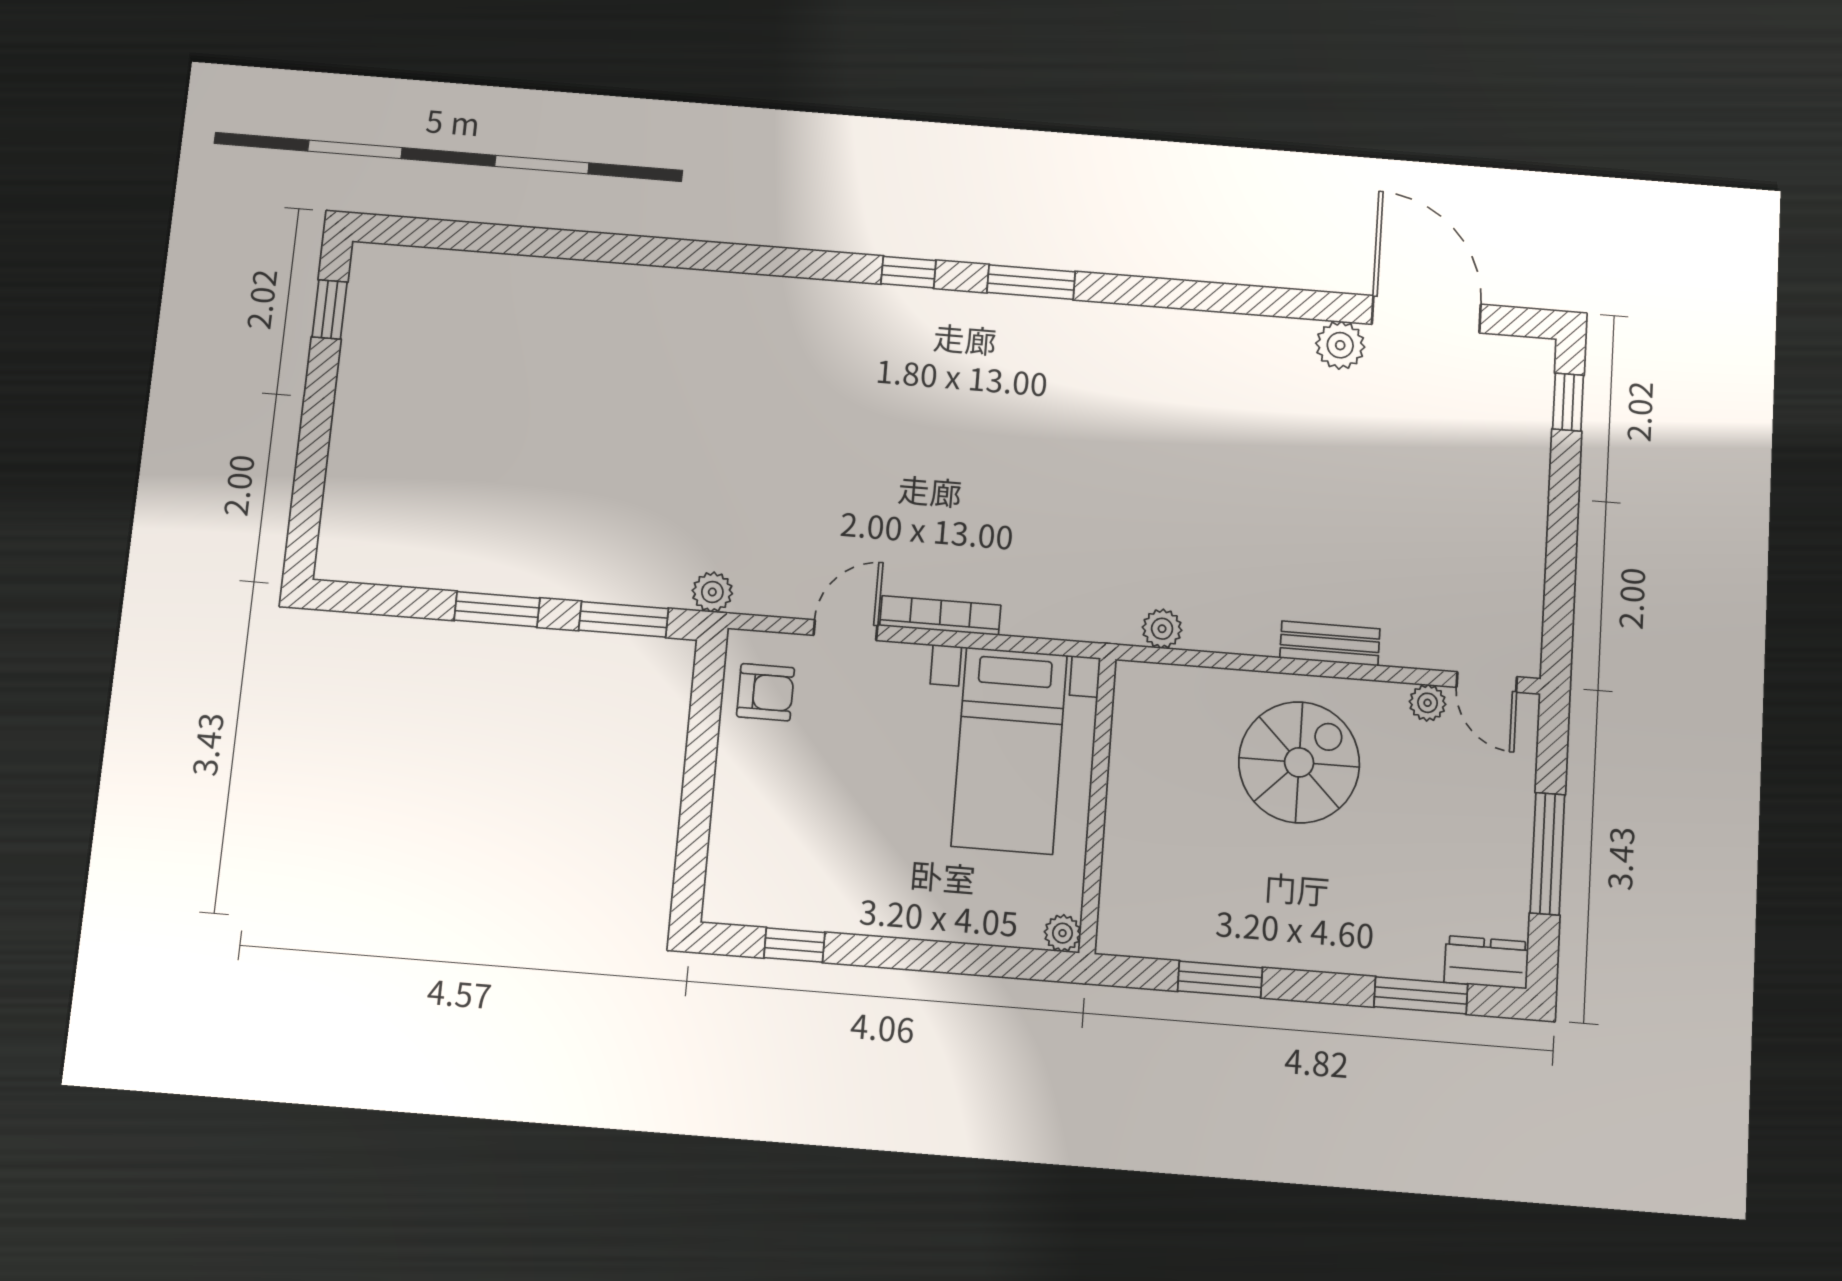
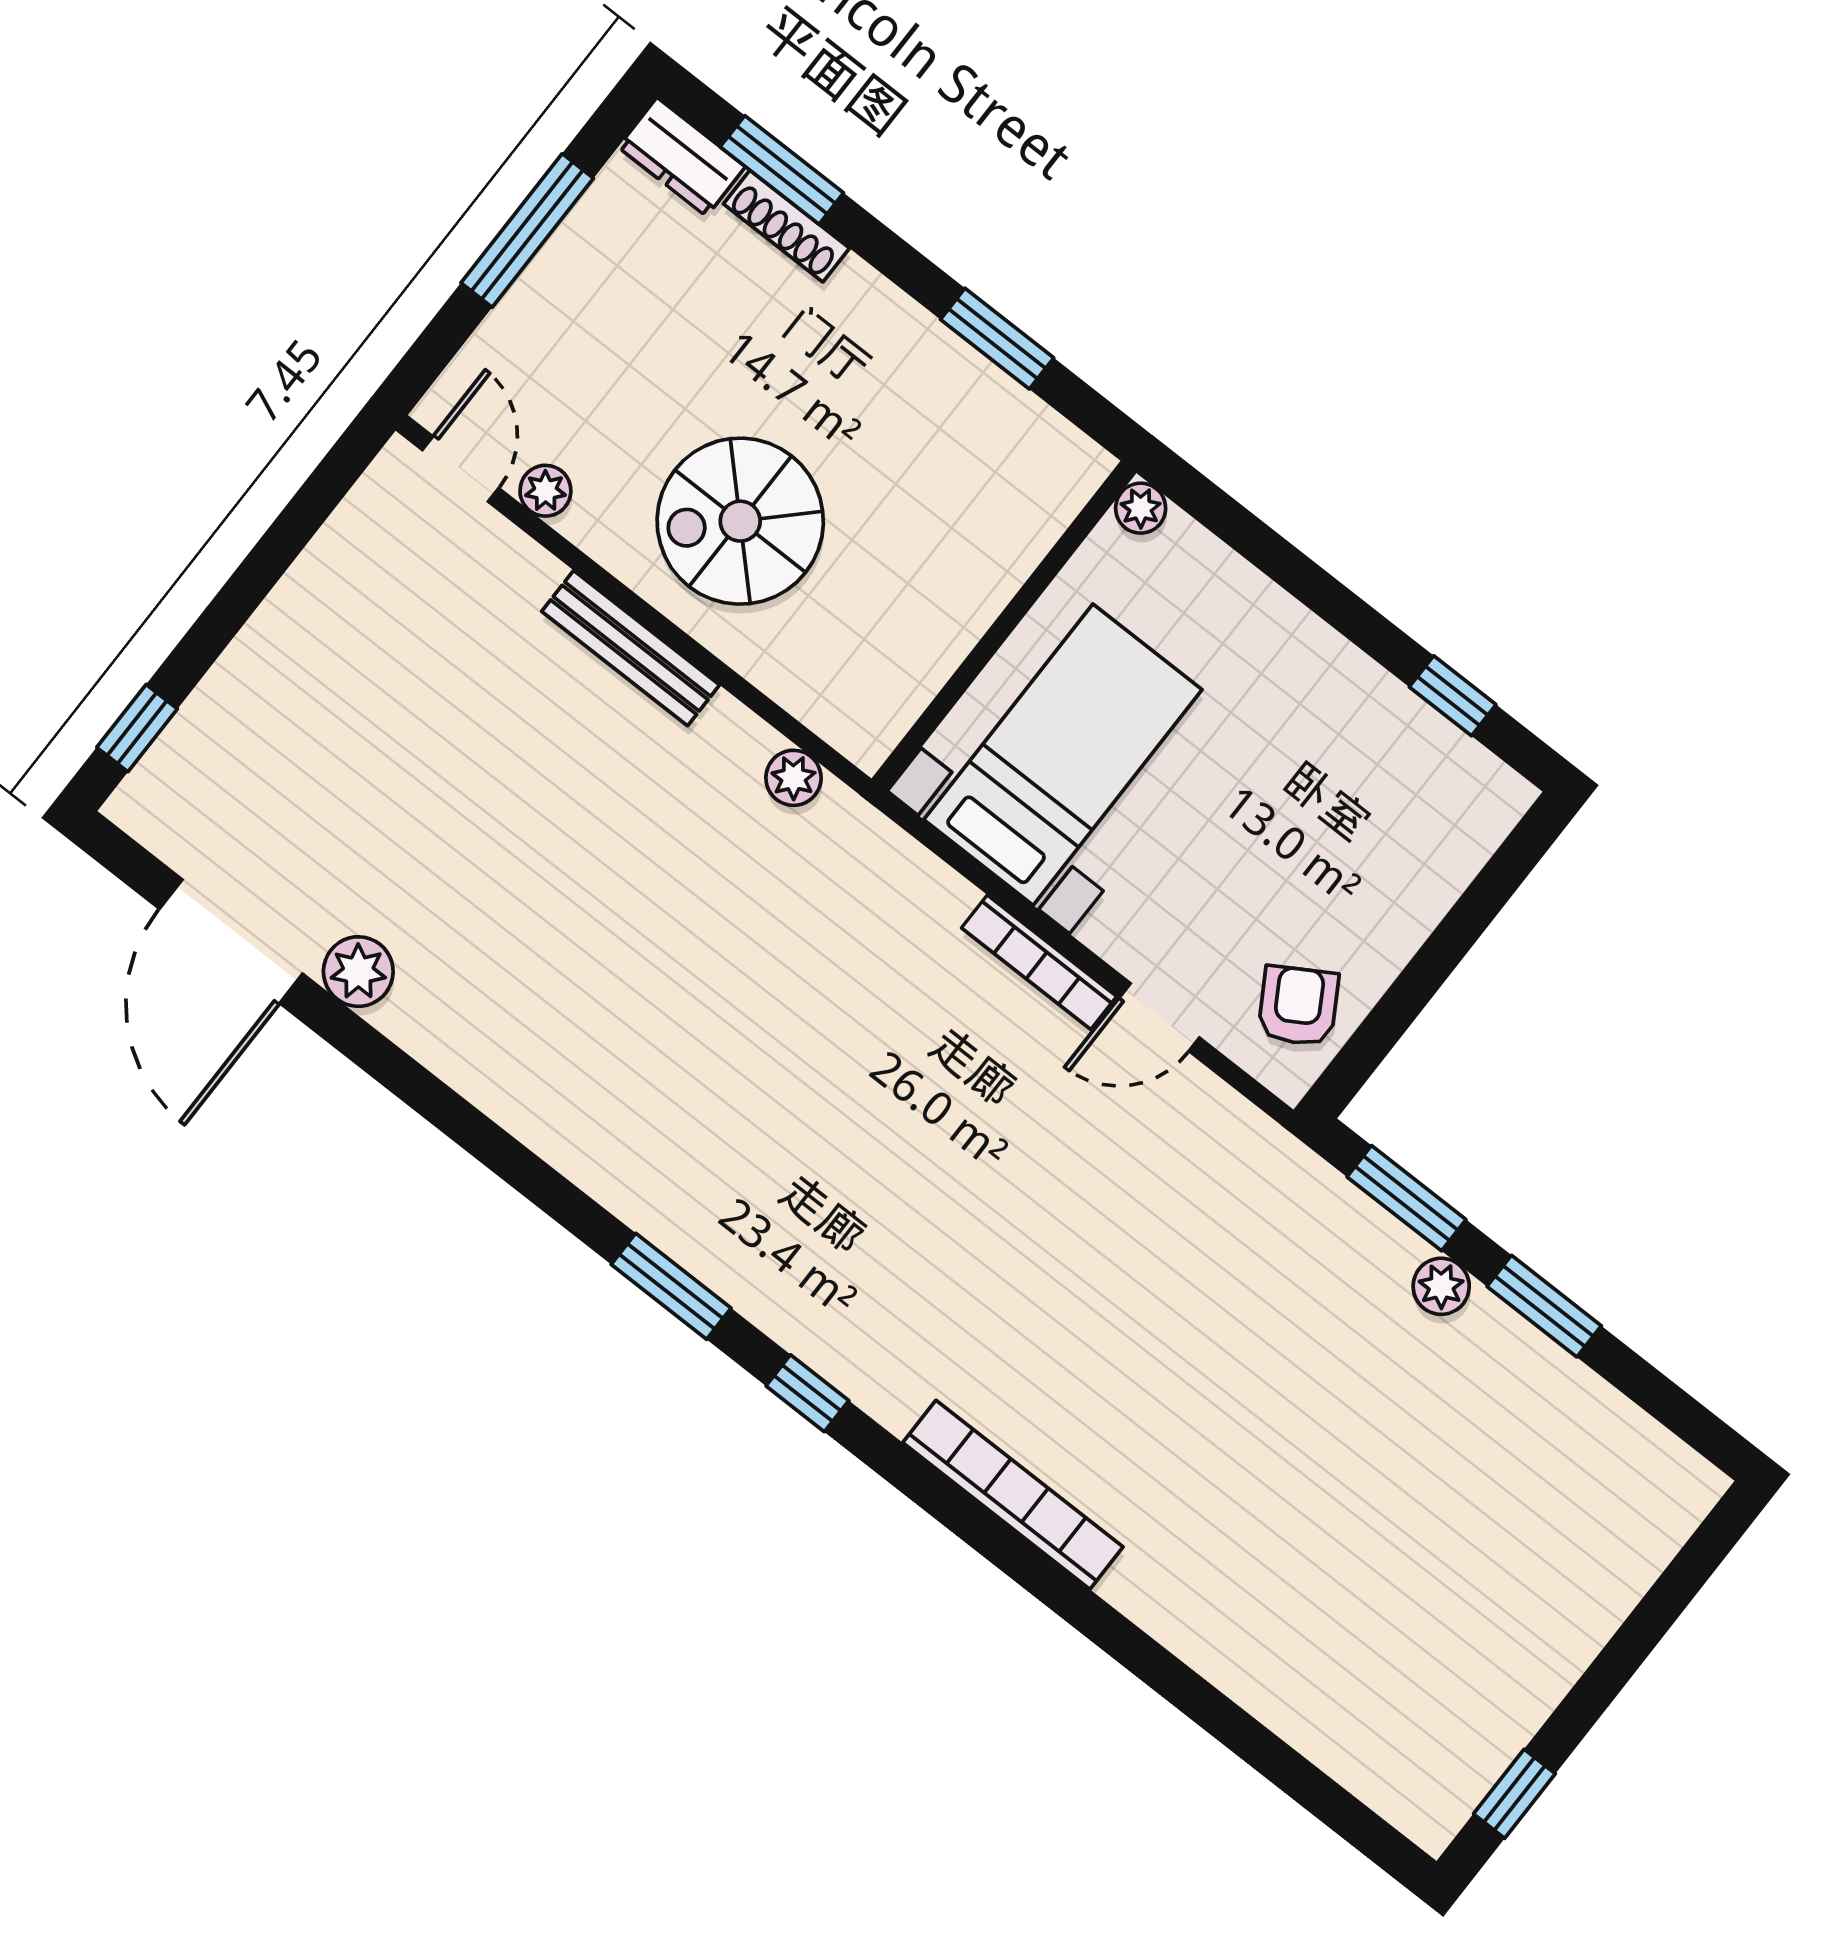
bookcase: (747, 292) -> (1013, 1495), added
plant: (712, 592) -> (1441, 1286), moved
bench: (1330, 643) -> (631, 648), width x1.36
armchair: (766, 692) -> (1298, 1006), turned 59
shoe rack: (1394, 962) -> (786, 226), added

